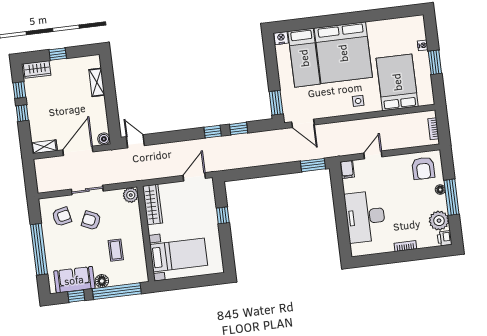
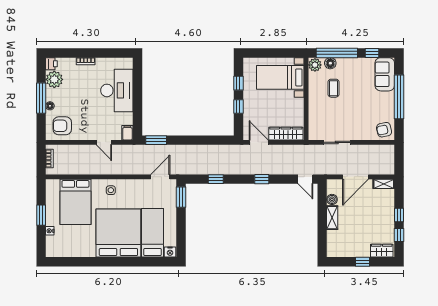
shelving: (97, 82) -> (332, 218), moved
door: (303, 123) -> (160, 177), hinge flipped
window: (213, 132) -> (262, 179), moved
boiler: (104, 139) -> (332, 199), moved
door: (373, 155) -> (104, 142), hinge flipped
armchair: (423, 168) -> (62, 126), turned -90
door: (194, 177) -> (259, 142), swing flipped
sliding door: (87, 190) -> (337, 142), moved
plant: (131, 195) -> (315, 65), moved
wardrobe: (153, 205) -> (286, 134), moved, turned 90
armchair: (62, 217) -> (384, 130), moved
armchair: (91, 220) -> (351, 116), removed
window: (226, 242) -> (238, 83), added
sofa: (74, 280) -> (385, 74), moved, turned 90
floor lamp: (102, 281) -> (330, 63), moved

